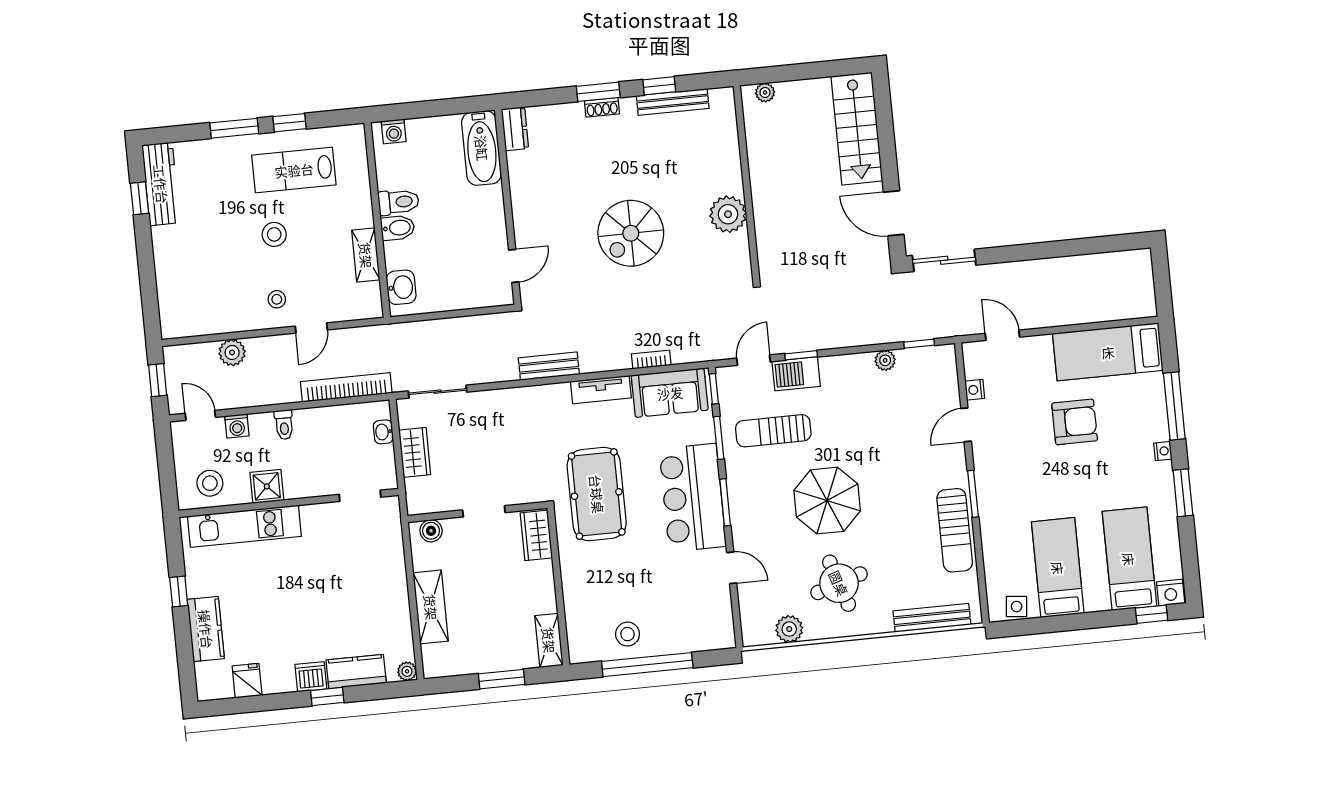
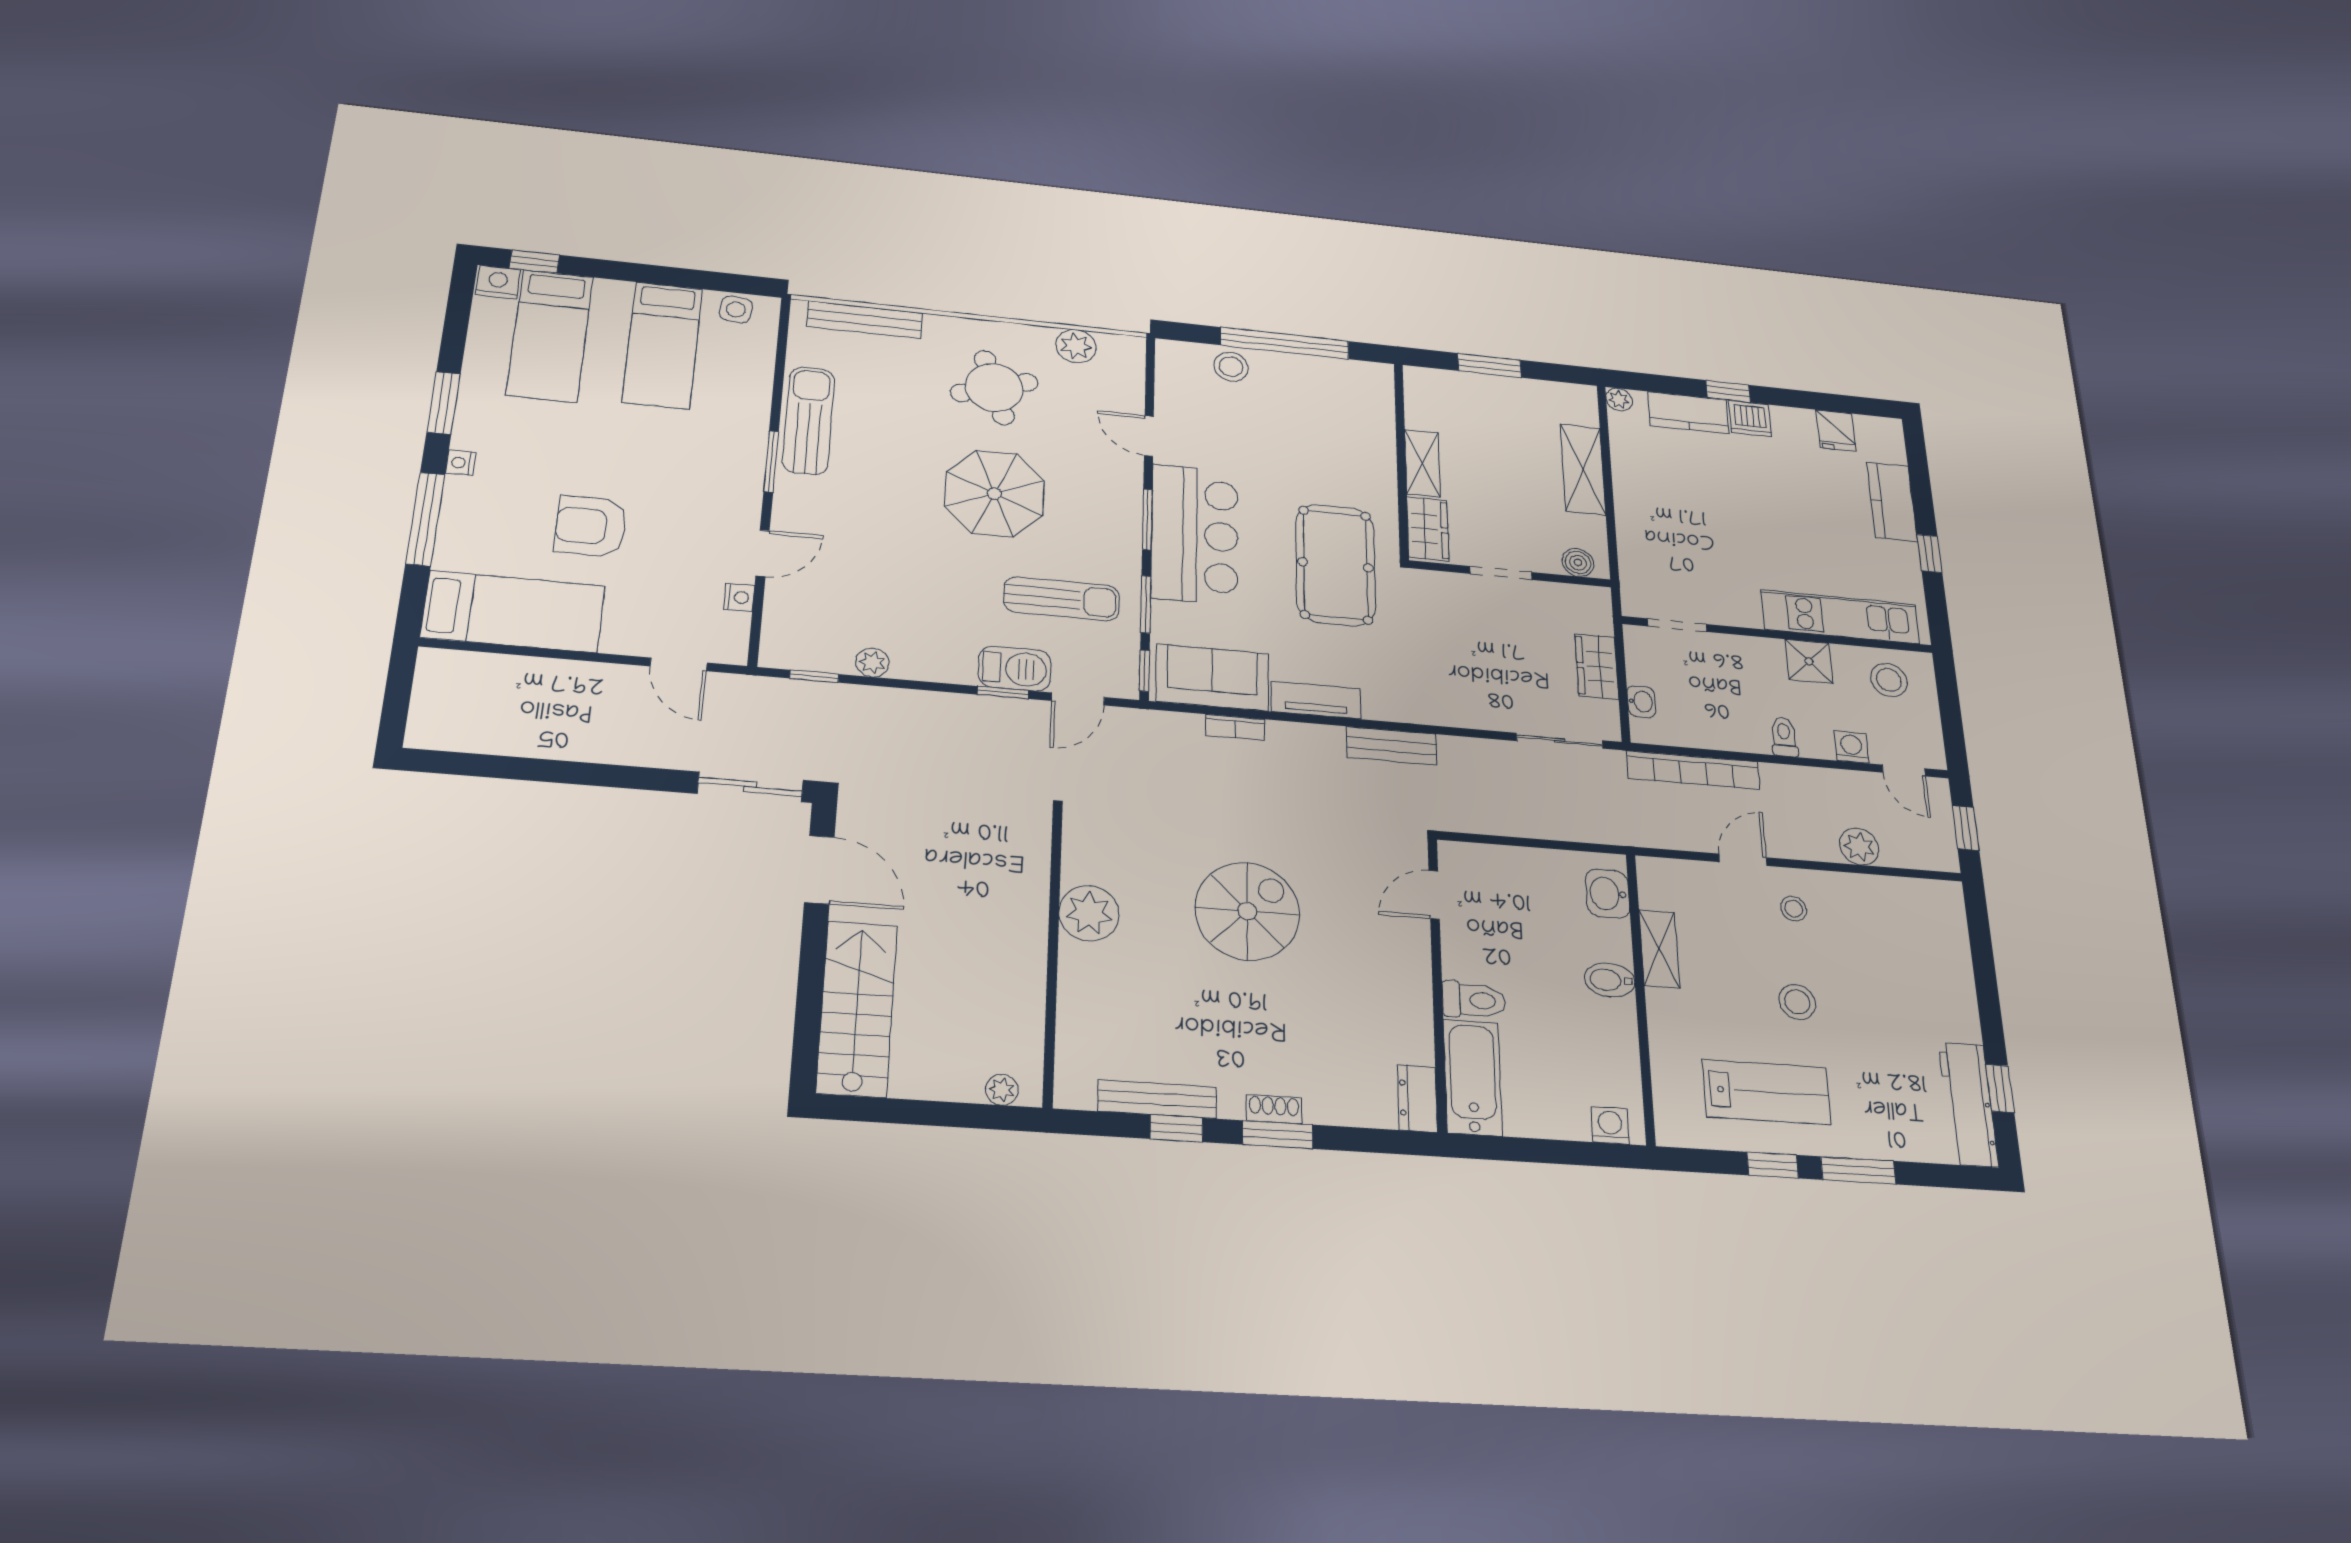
toilet: (399, 202) -> (1474, 1000), moved, turned 180
stool: (628, 634) -> (1231, 367), moved
shelving: (549, 640) -> (1422, 463), moved

